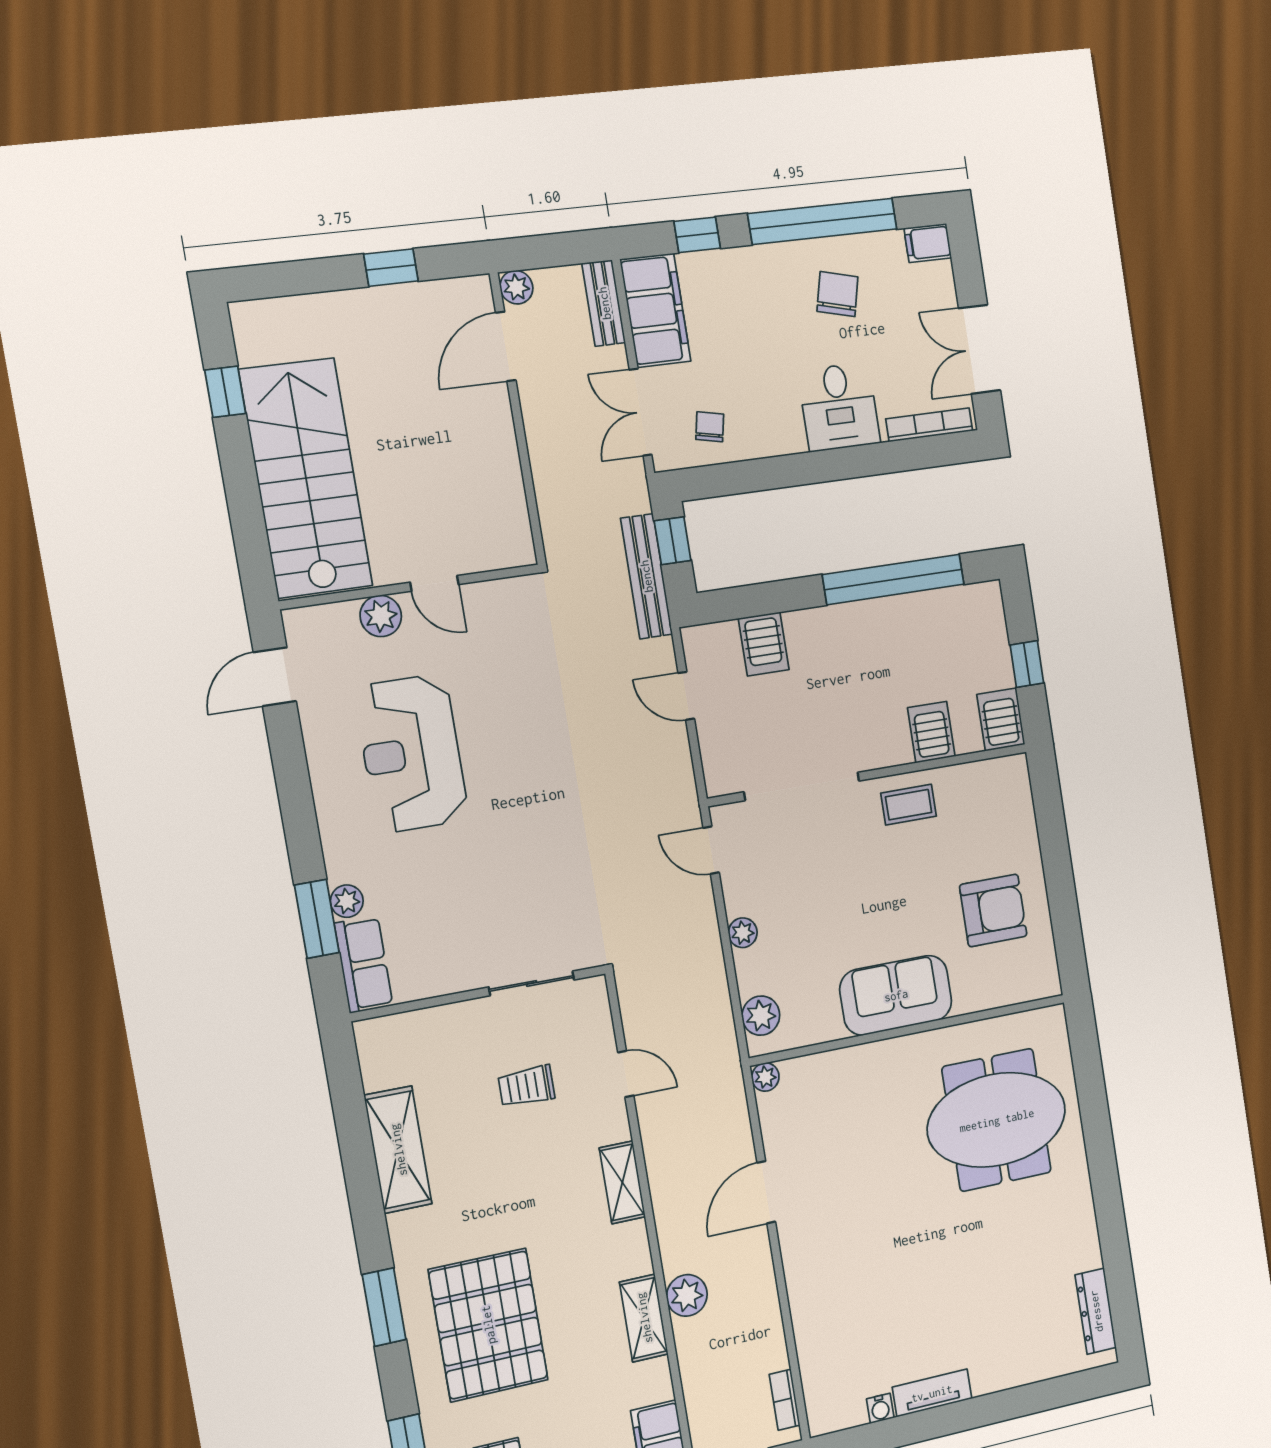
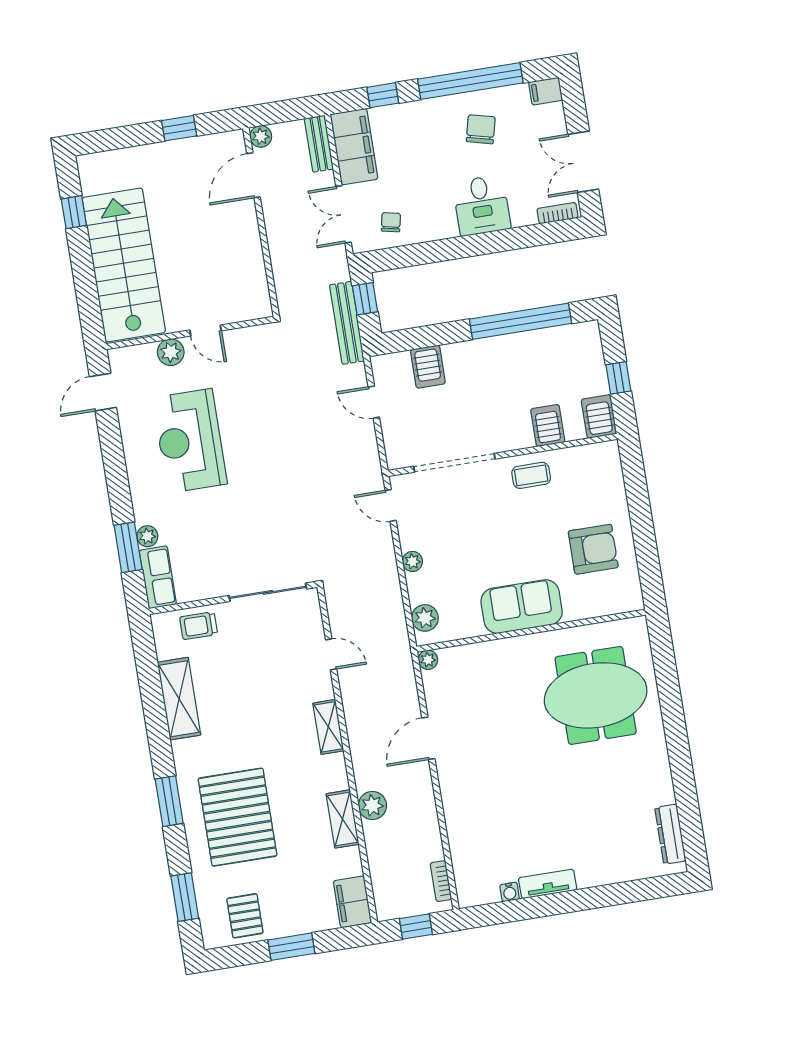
bookcase: (929, 425) -> (558, 213), width x0.64
sliding door: (532, 983) -> (268, 592), width x1.37
trolley: (526, 1086) -> (199, 626), moved

